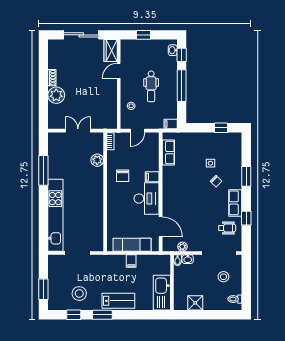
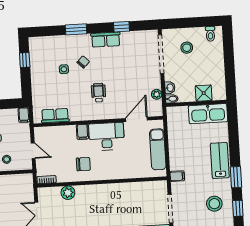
wheelchair: (227, 228) -> (99, 93), moved
filing cabinet: (131, 261) -> (177, 176), moved
shower: (195, 303) -> (204, 93), moved

